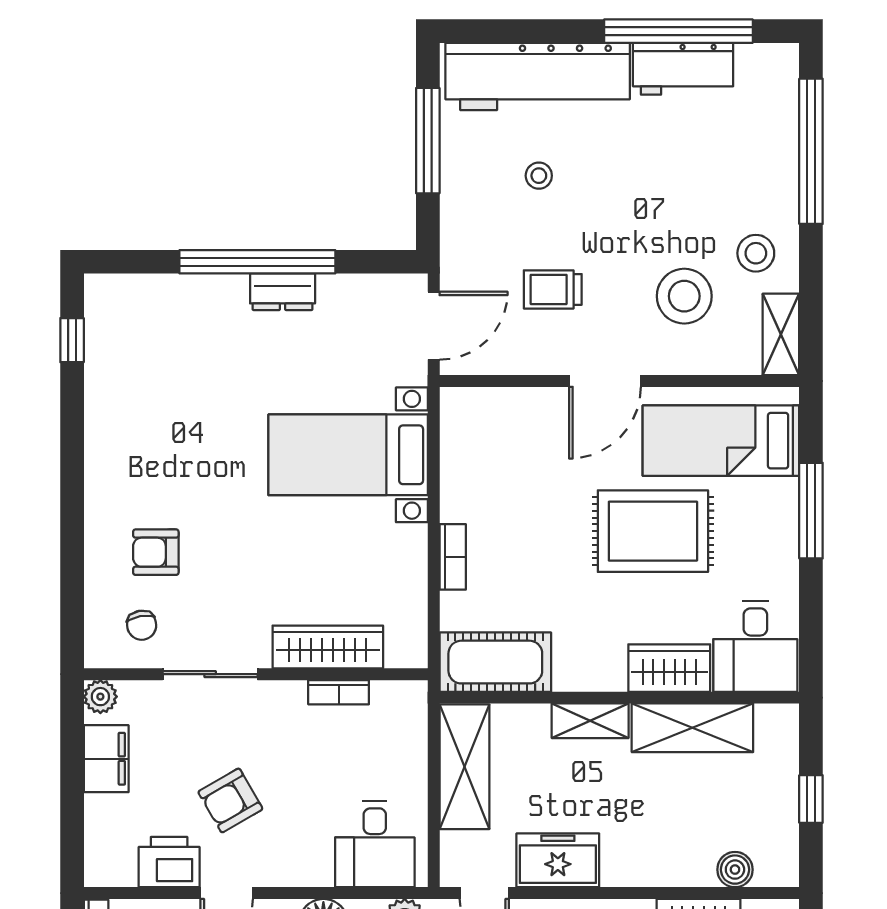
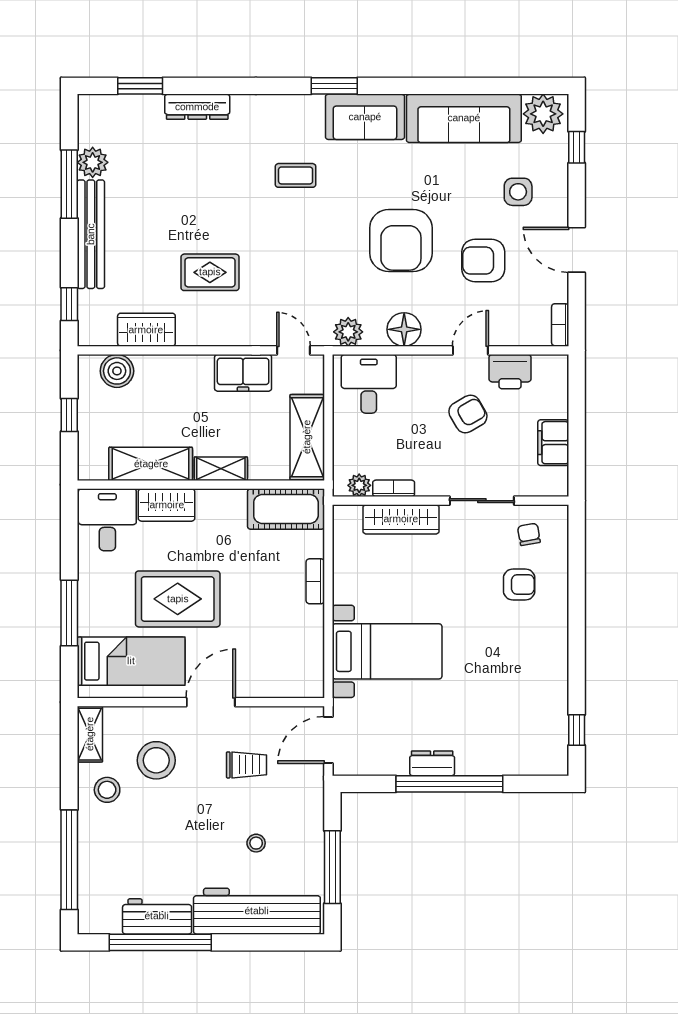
plant: (100, 697) -> (359, 485), moved
boiler: (735, 870) -> (117, 371), width x1.36, depth x1.36

